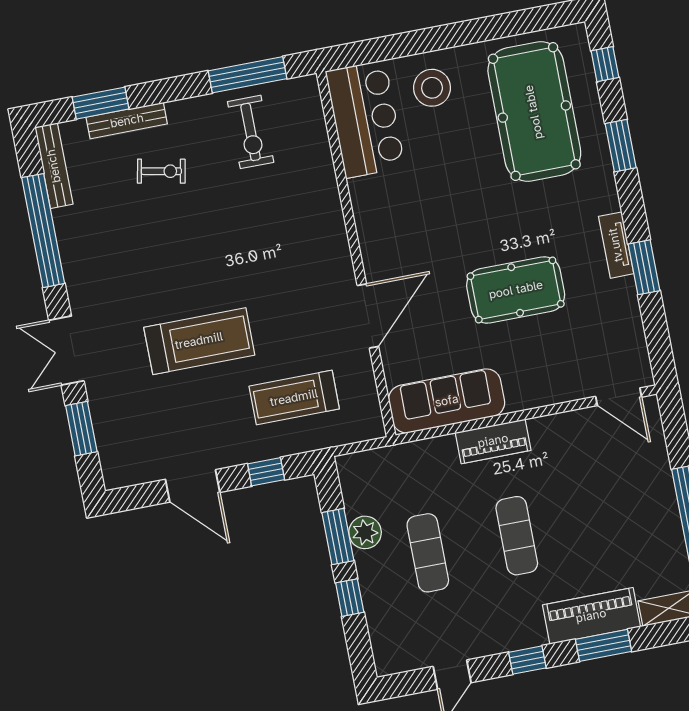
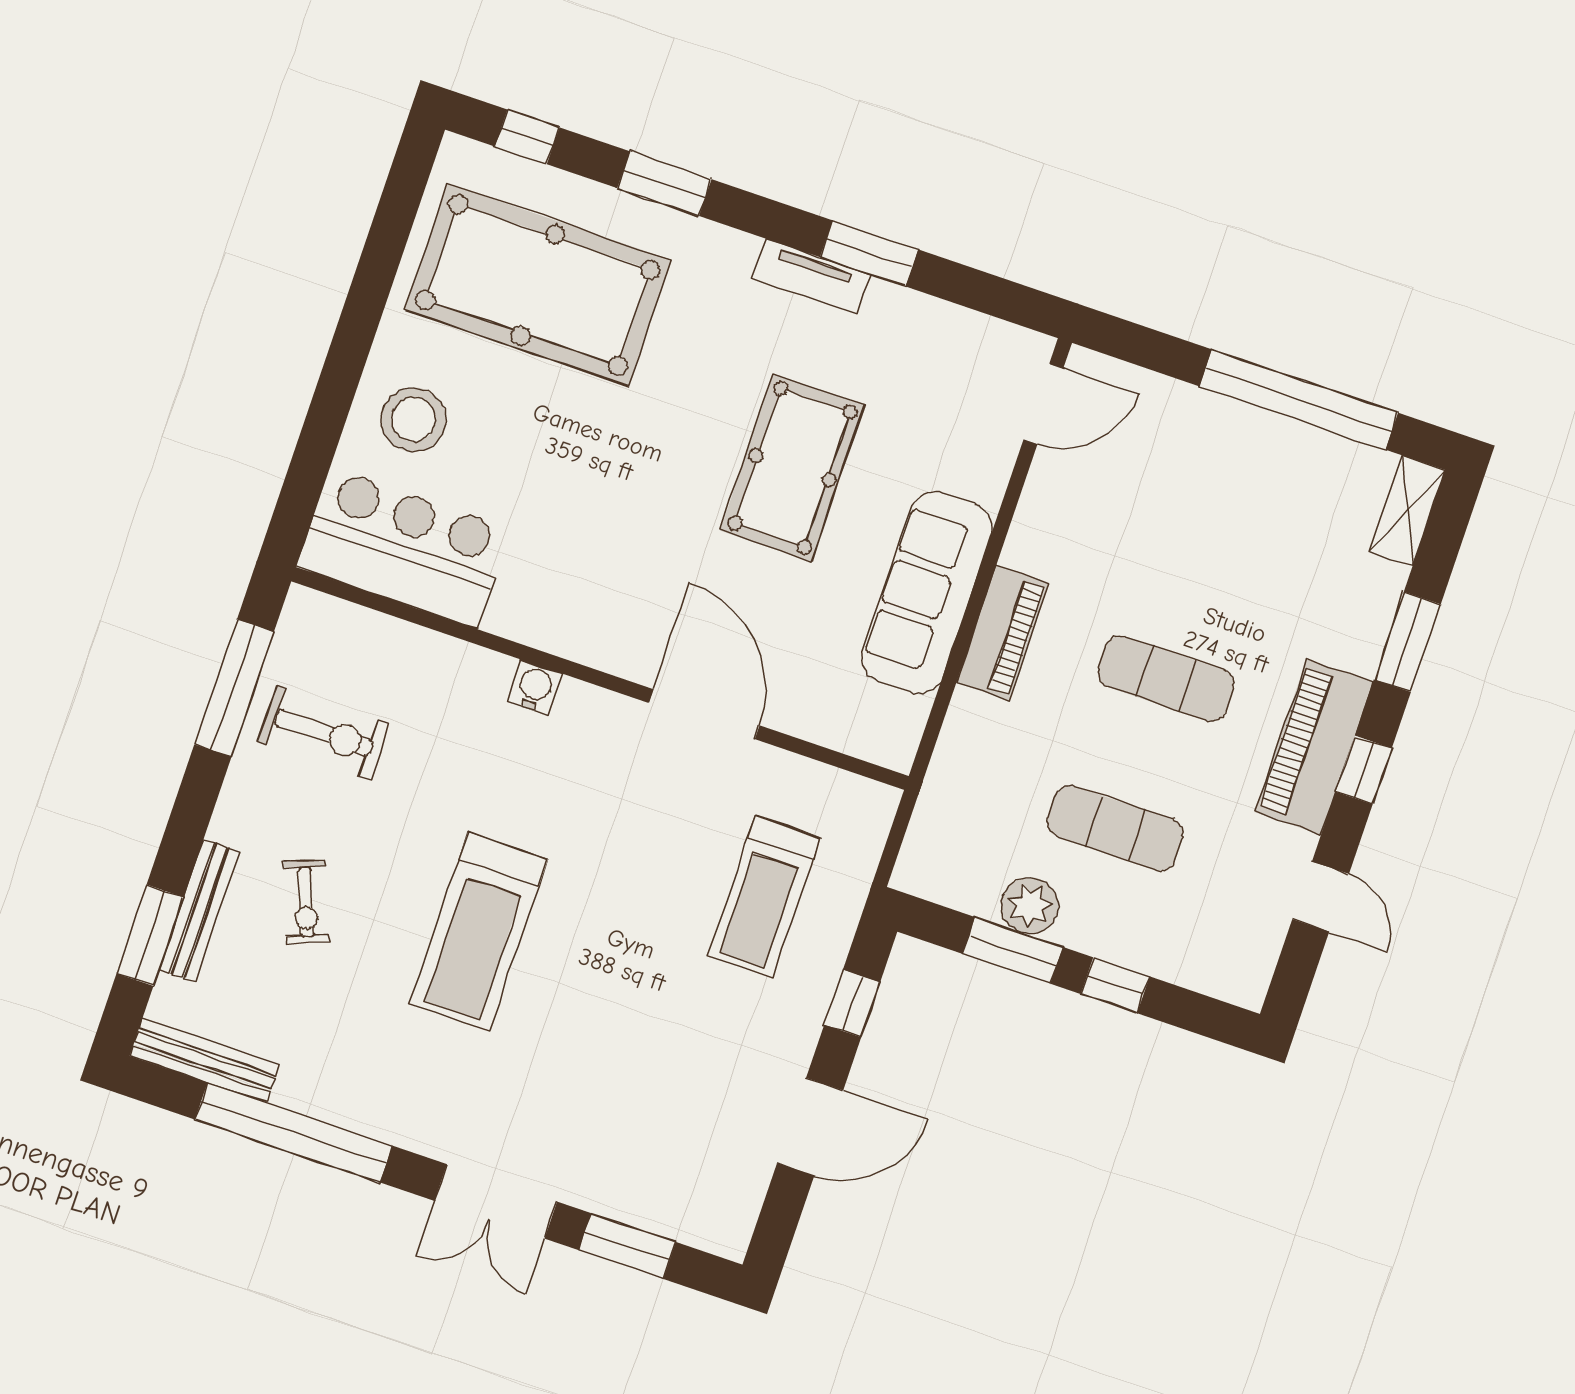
exercise bike: (161, 171) -> (306, 902), turned 148
water cooler: (333, 224) -> (535, 688), added
treadmill: (199, 341) -> (479, 932), moved, turned 180
sofa: (447, 401) -> (927, 593), moved
piano: (591, 616) -> (1314, 747), moved

